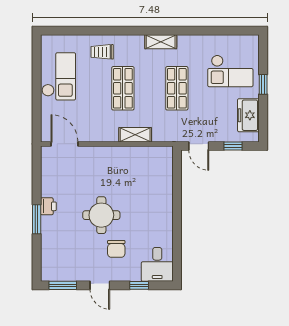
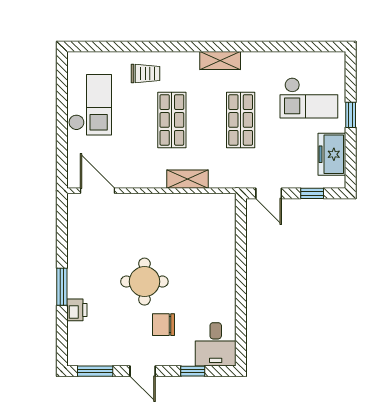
trolley: (102, 52) -> (145, 73), turned 180
printer: (48, 206) -> (77, 310), moved
chair: (116, 249) -> (163, 325), turned 90

